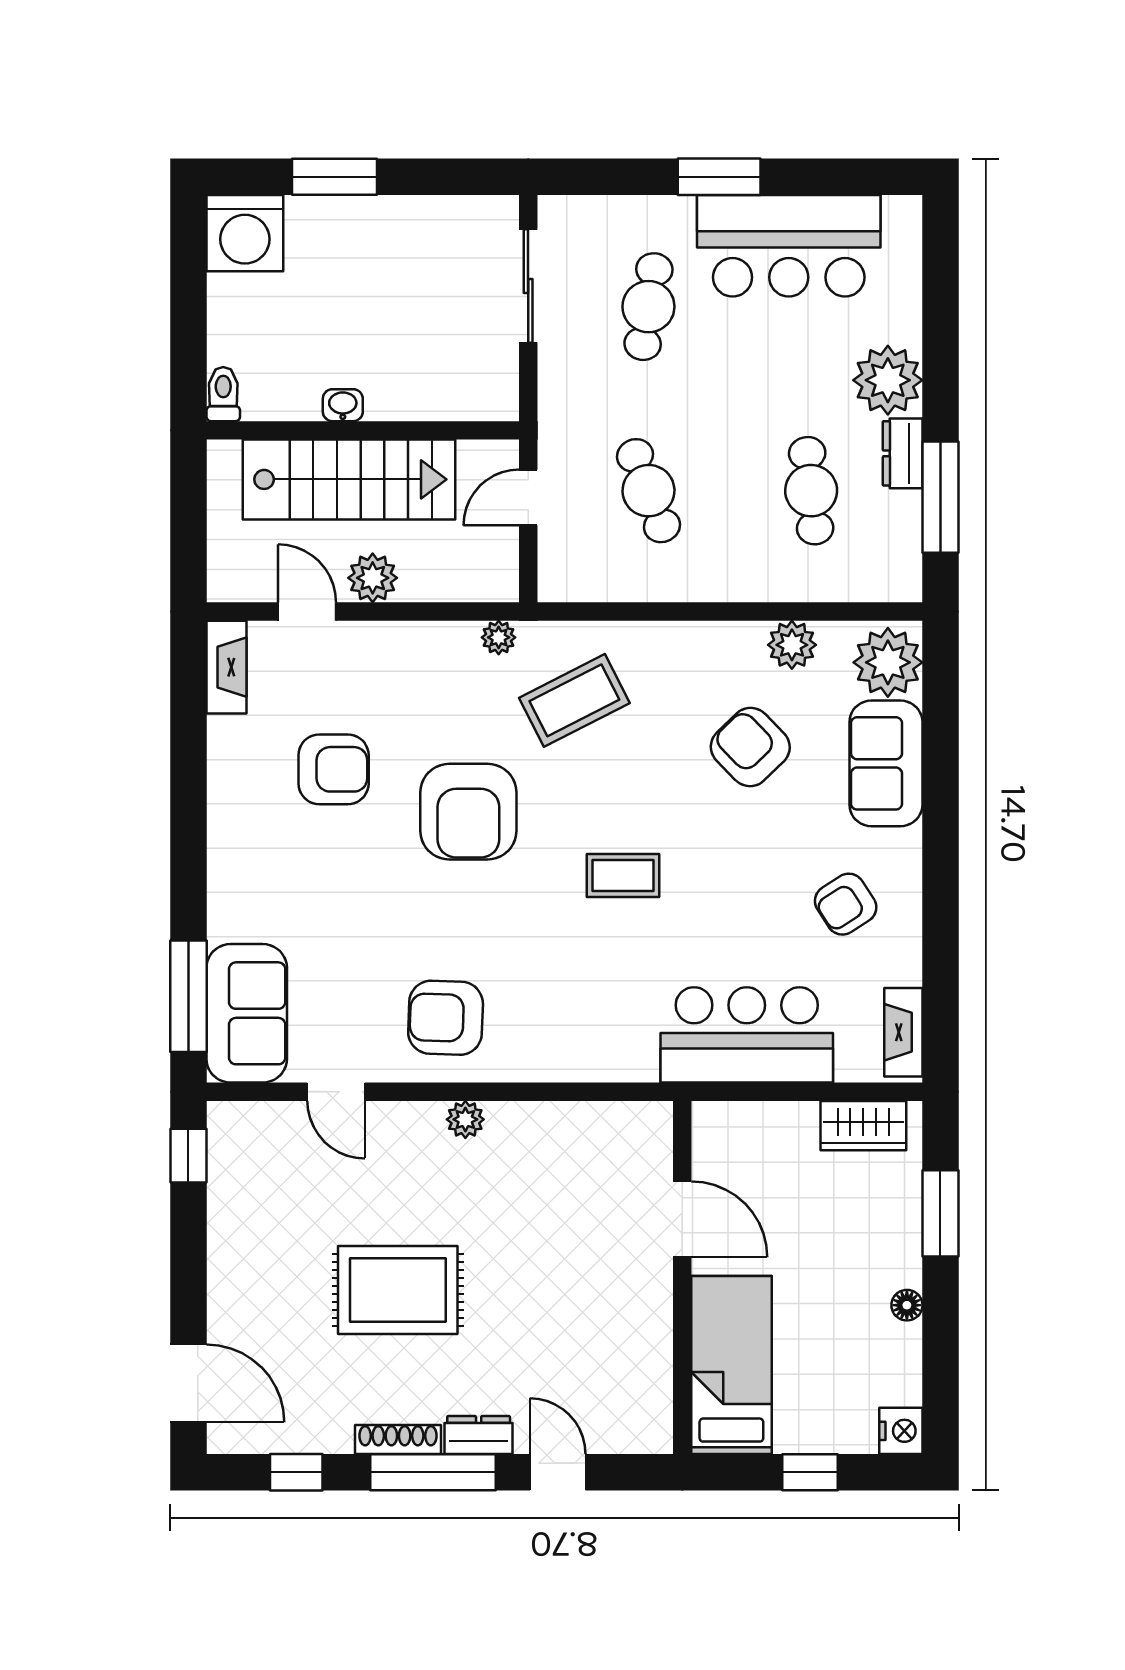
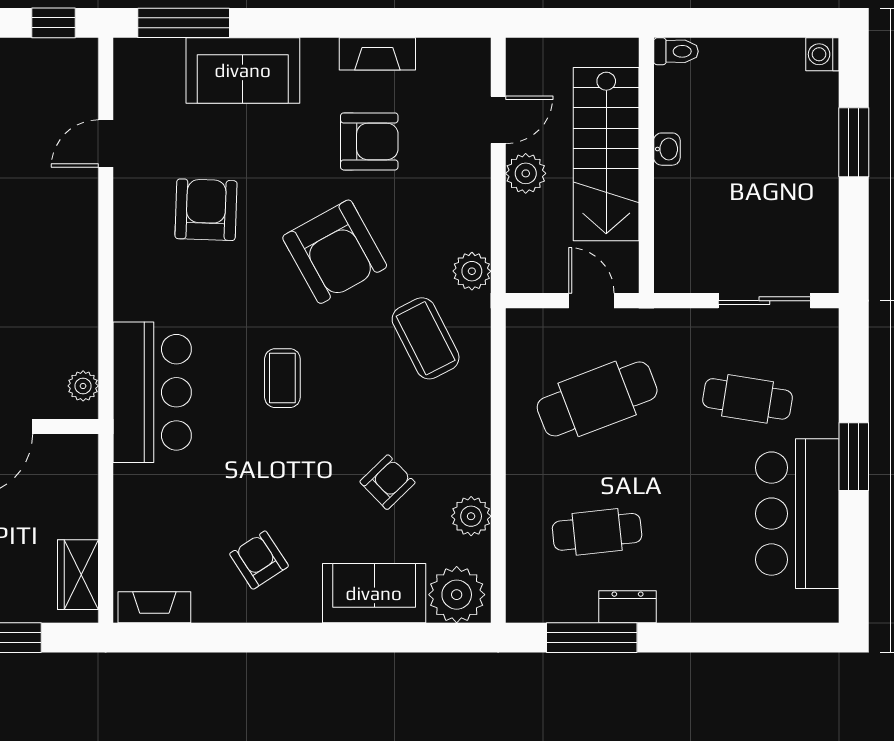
washing machine: (245, 233) -> (822, 54), width x0.53, depth x0.53
plant: (888, 380) -> (687, 595), removed
cafe table: (648, 491) -> (597, 399), width x1.37, depth x1.35
plant: (499, 637) -> (472, 271), width x1.38, depth x1.38
fireplace: (226, 667) -> (377, 54), moved
armchair: (750, 747) -> (387, 482), width x0.72, depth x0.72
armchair: (334, 769) -> (369, 141), turned -90
armchair: (468, 812) -> (335, 252), turned -119
sofa: (247, 1013) -> (243, 70), moved
armchair: (446, 1018) -> (206, 210), moved
bar counter: (747, 1035) -> (152, 392), moved
plant: (465, 1119) -> (83, 386), moved

